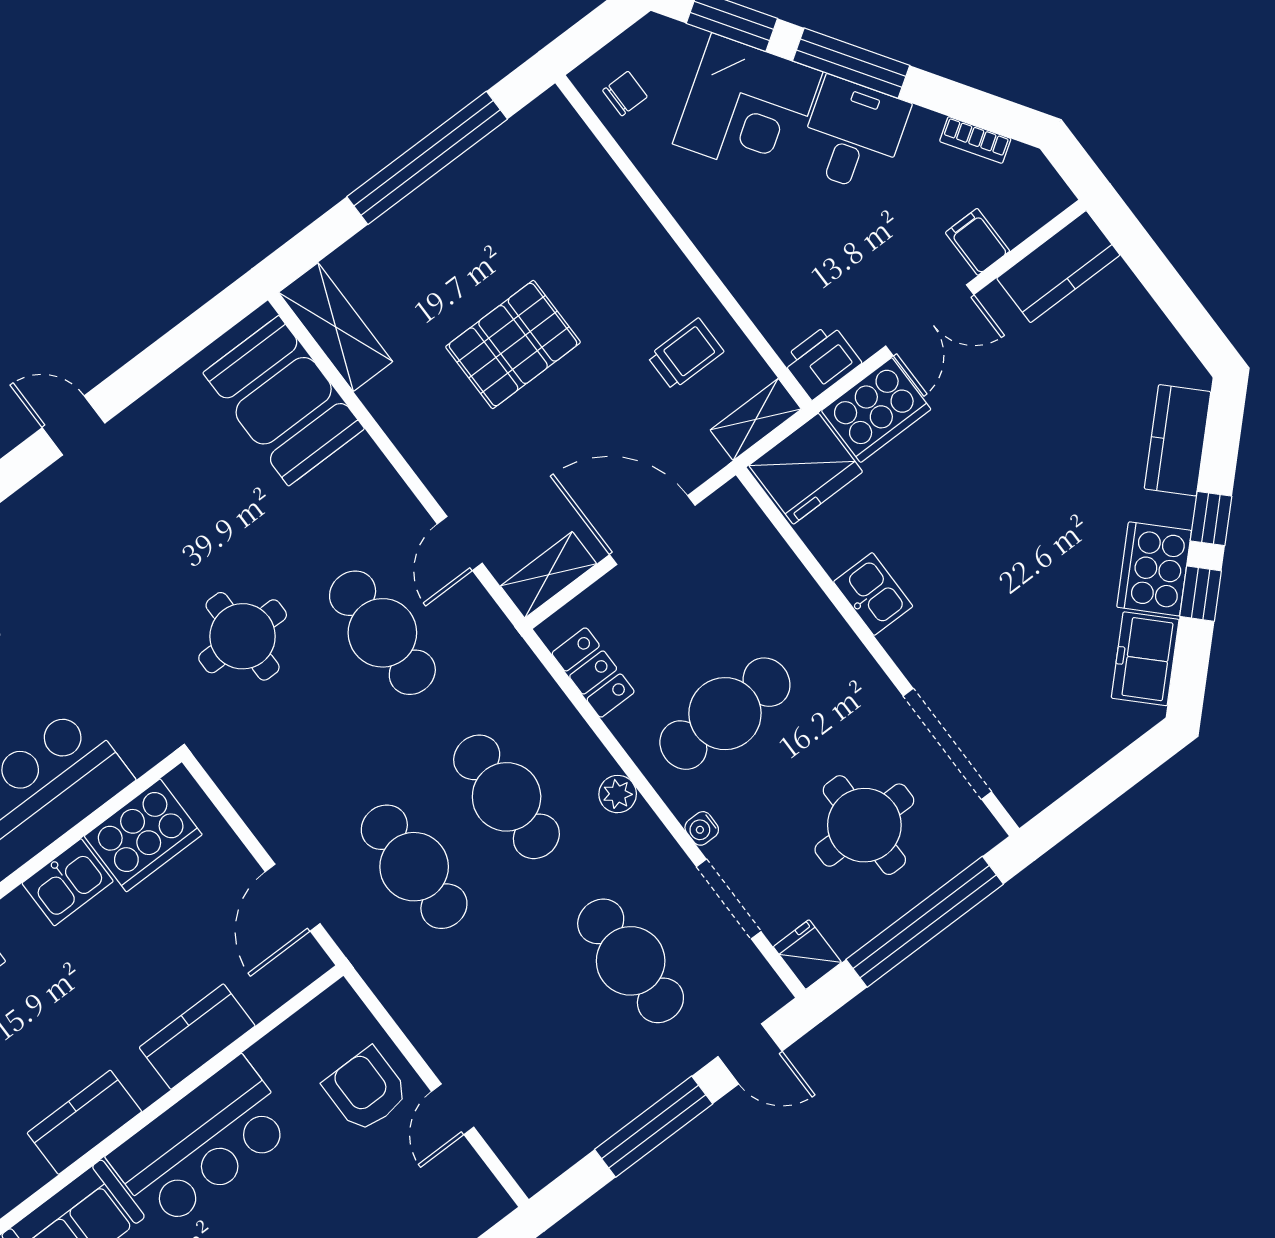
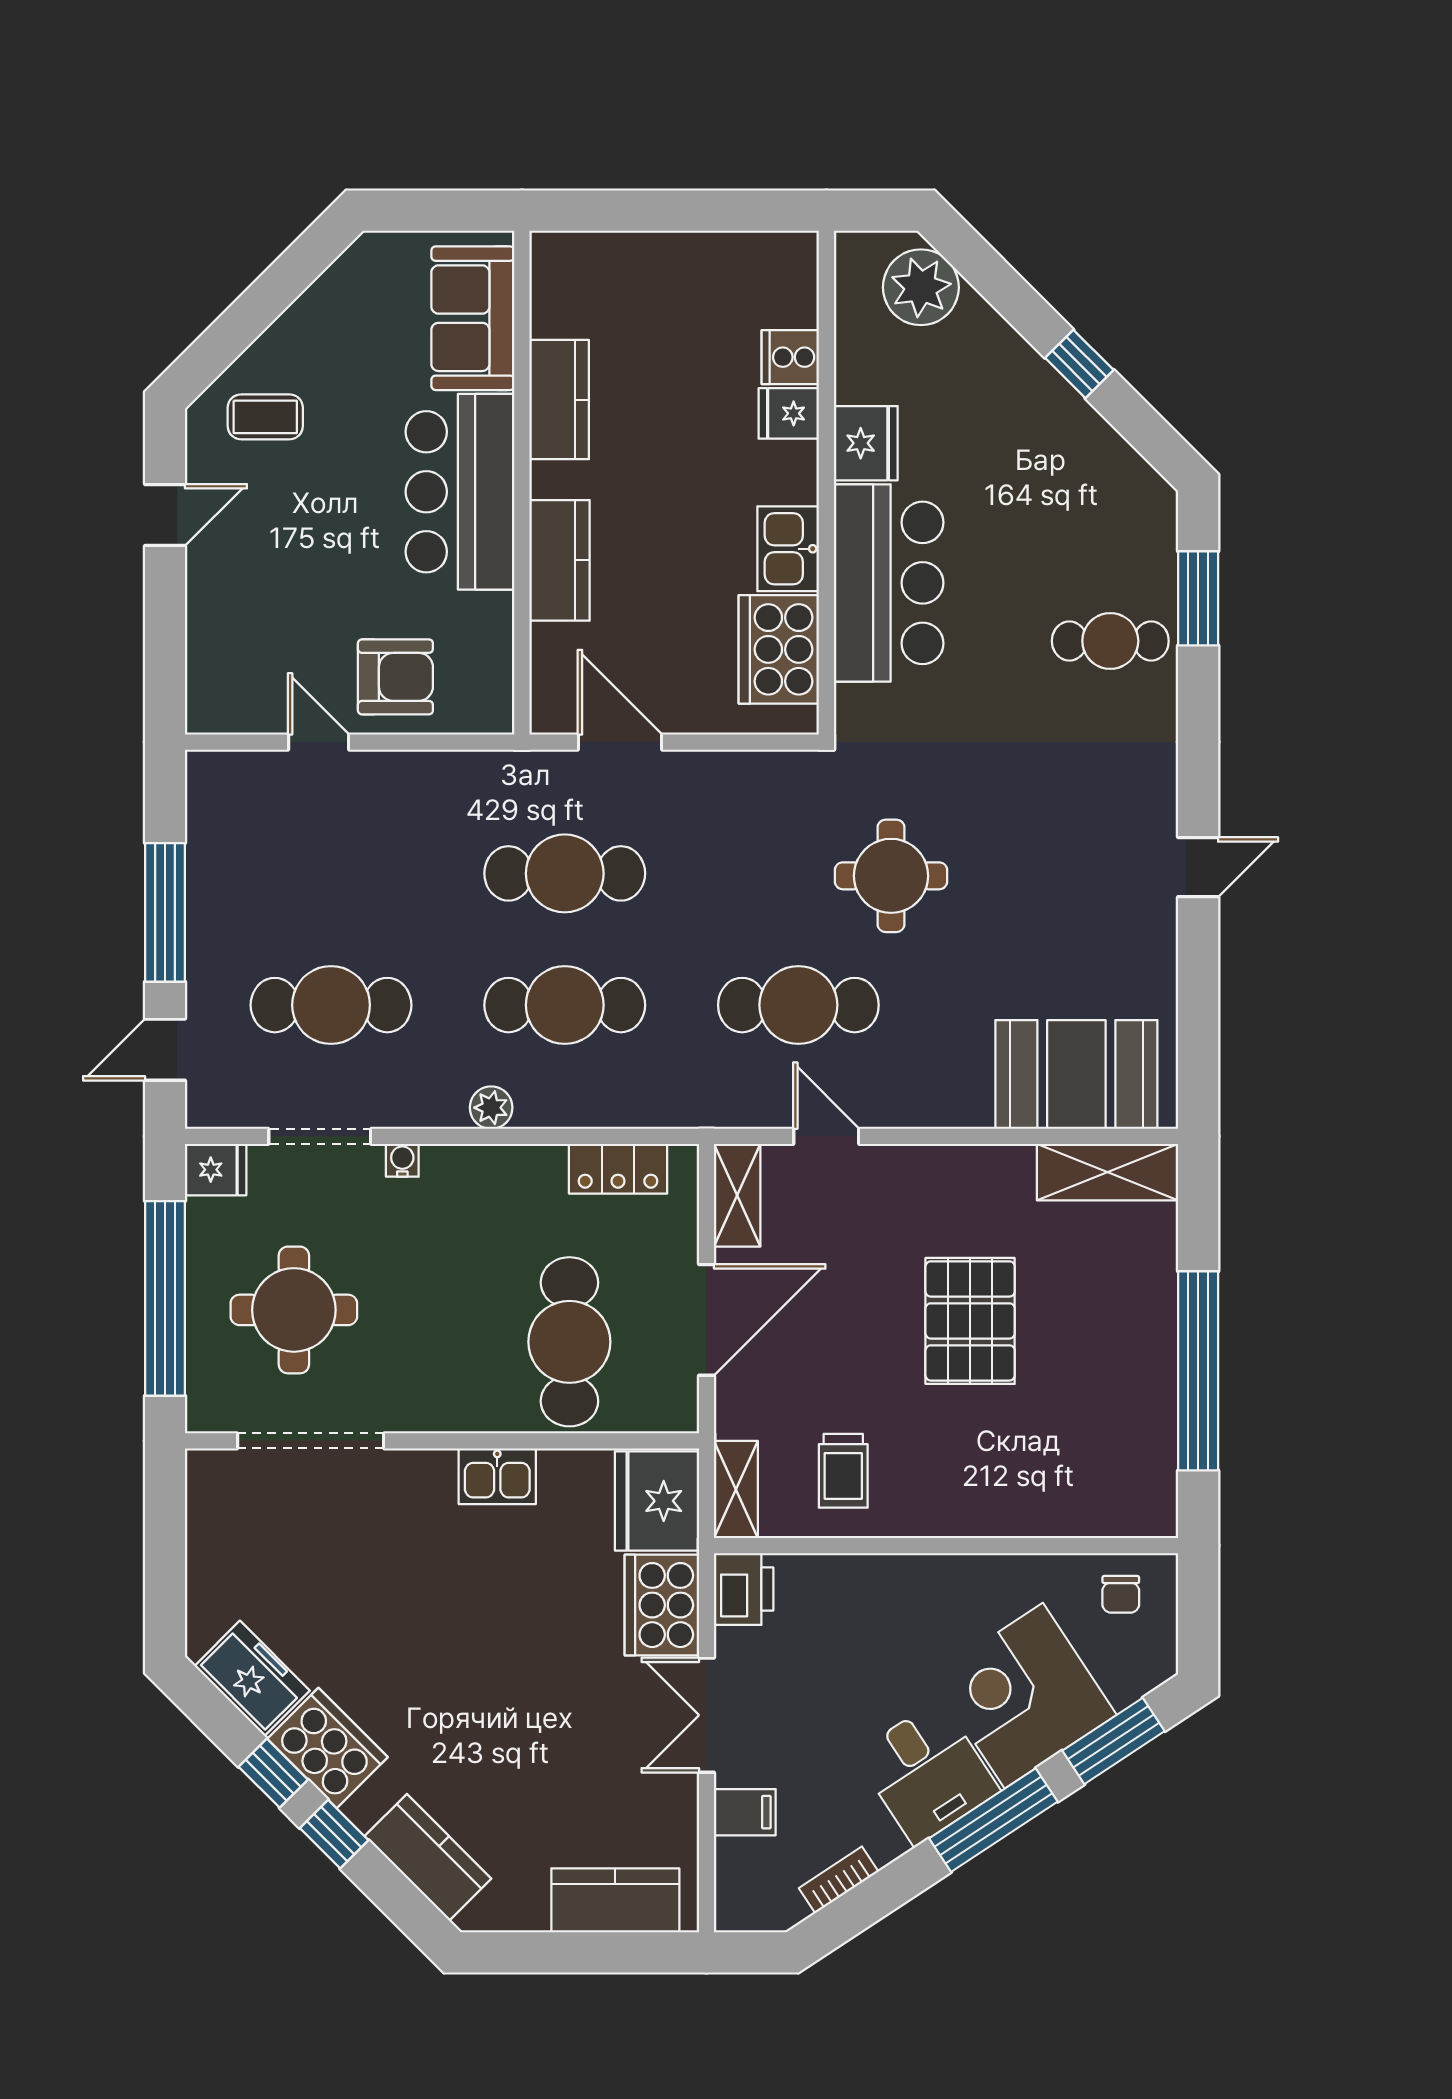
kitchen counter: (1058, 267) -> (615, 1900), moved, turned 90
cafe table: (725, 714) -> (569, 1342), moved

